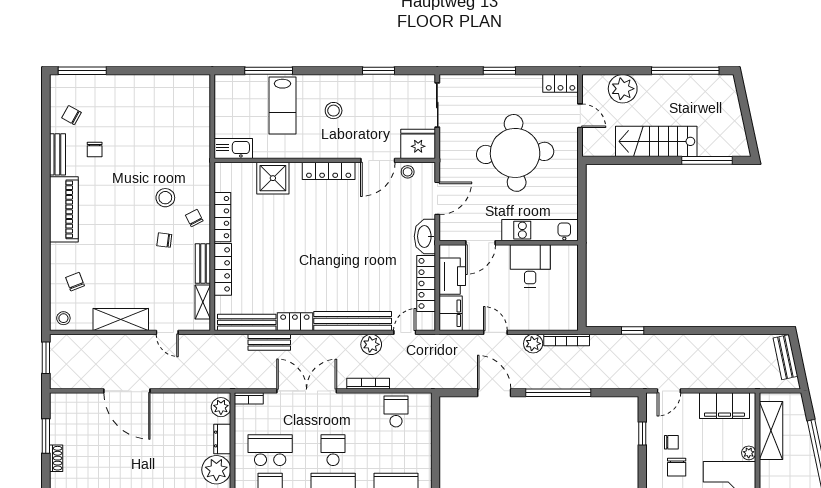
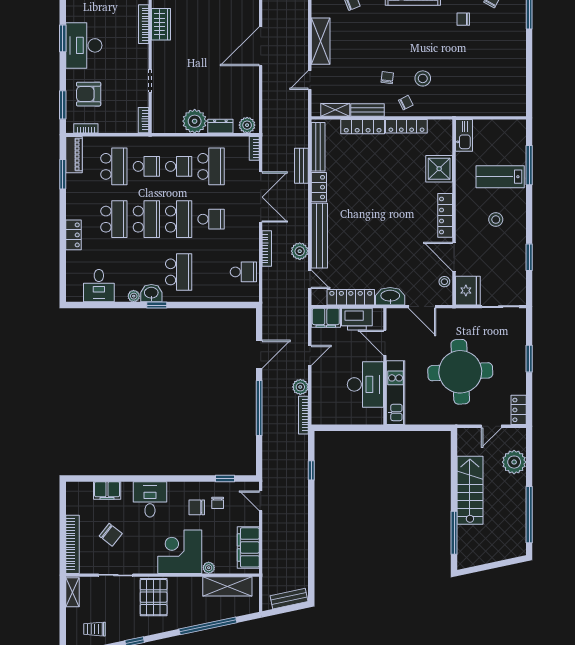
desk: (530, 266) -> (365, 384), width x1.37

